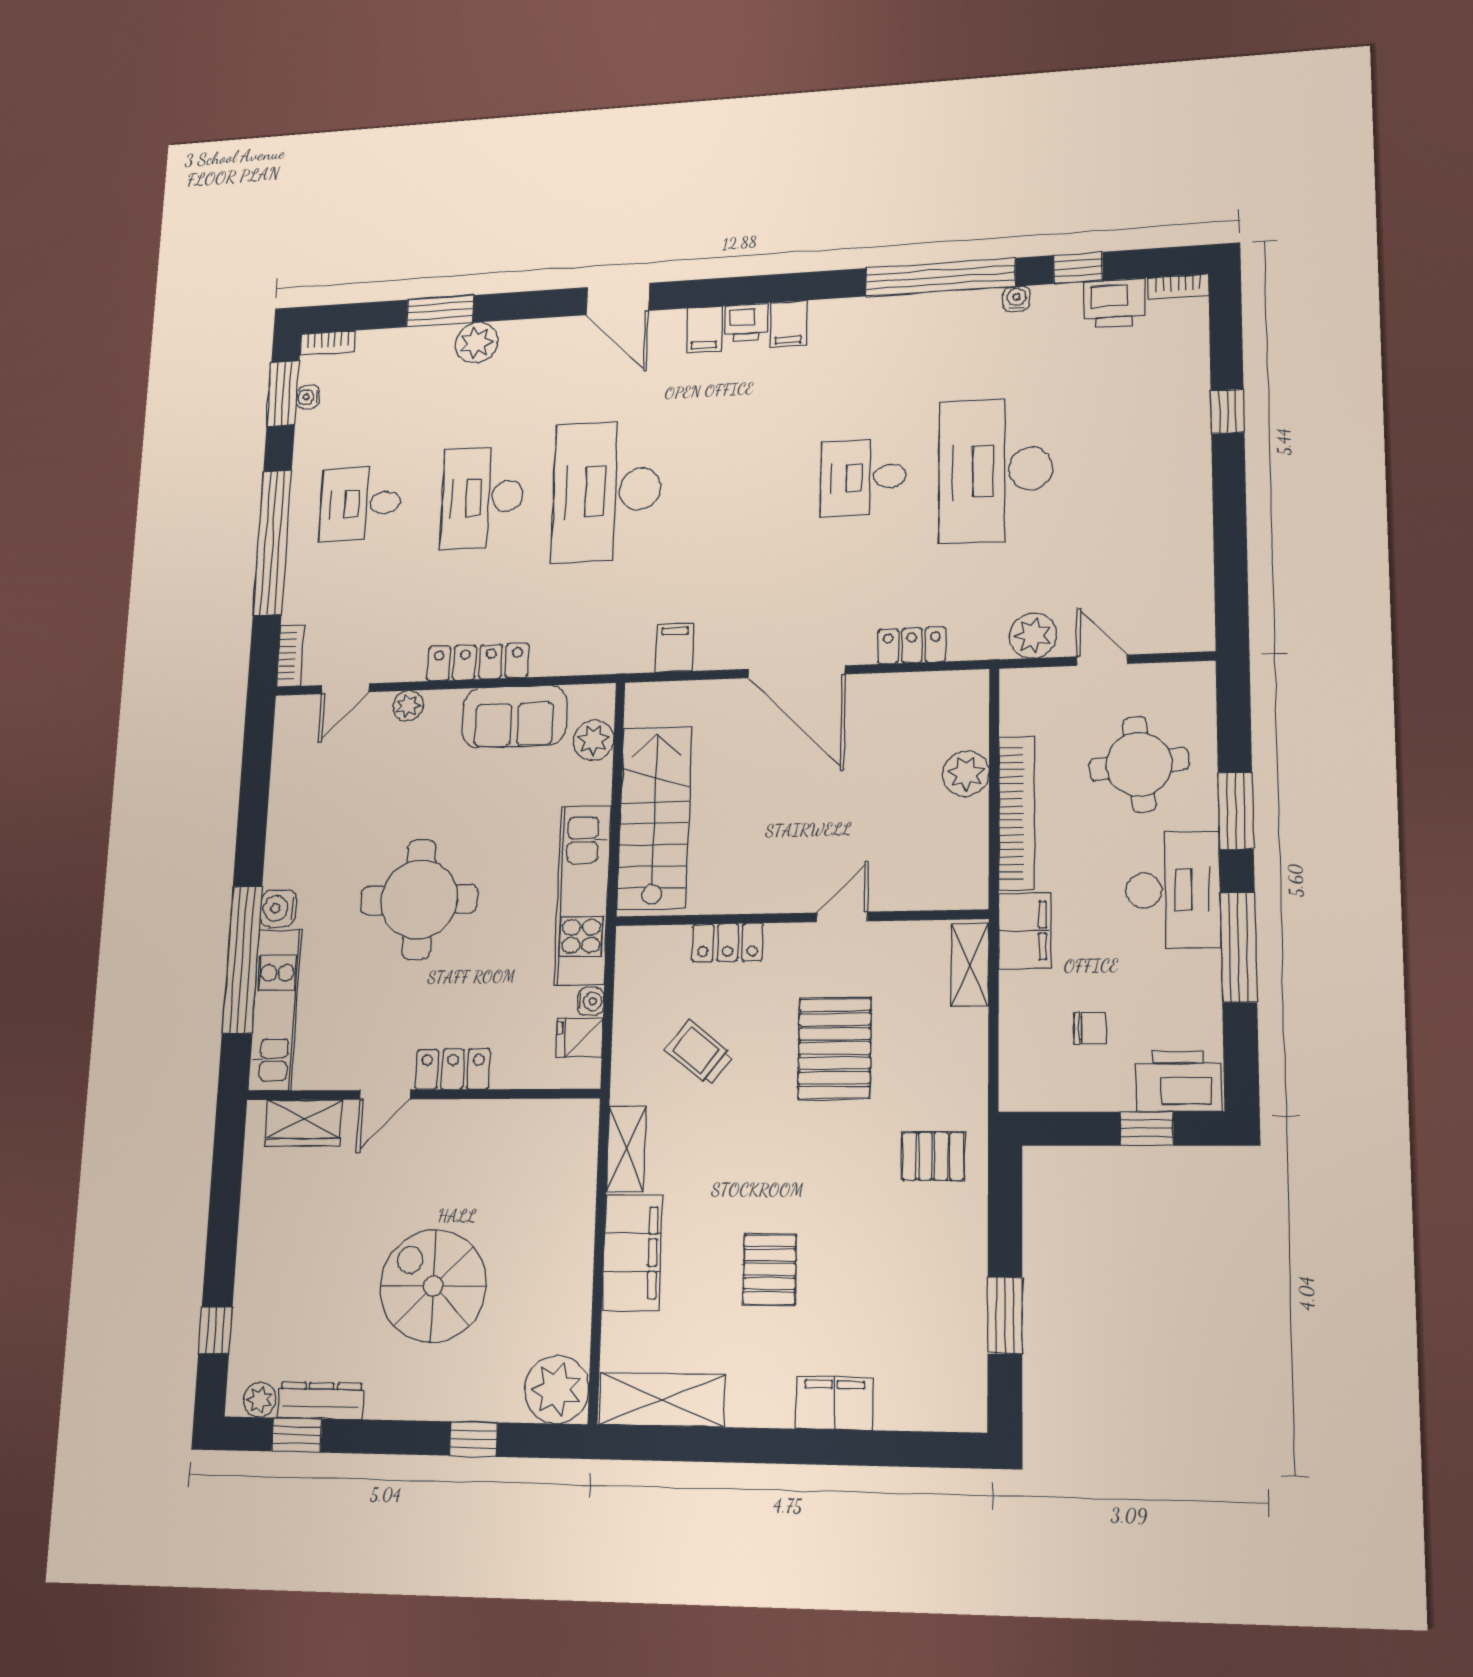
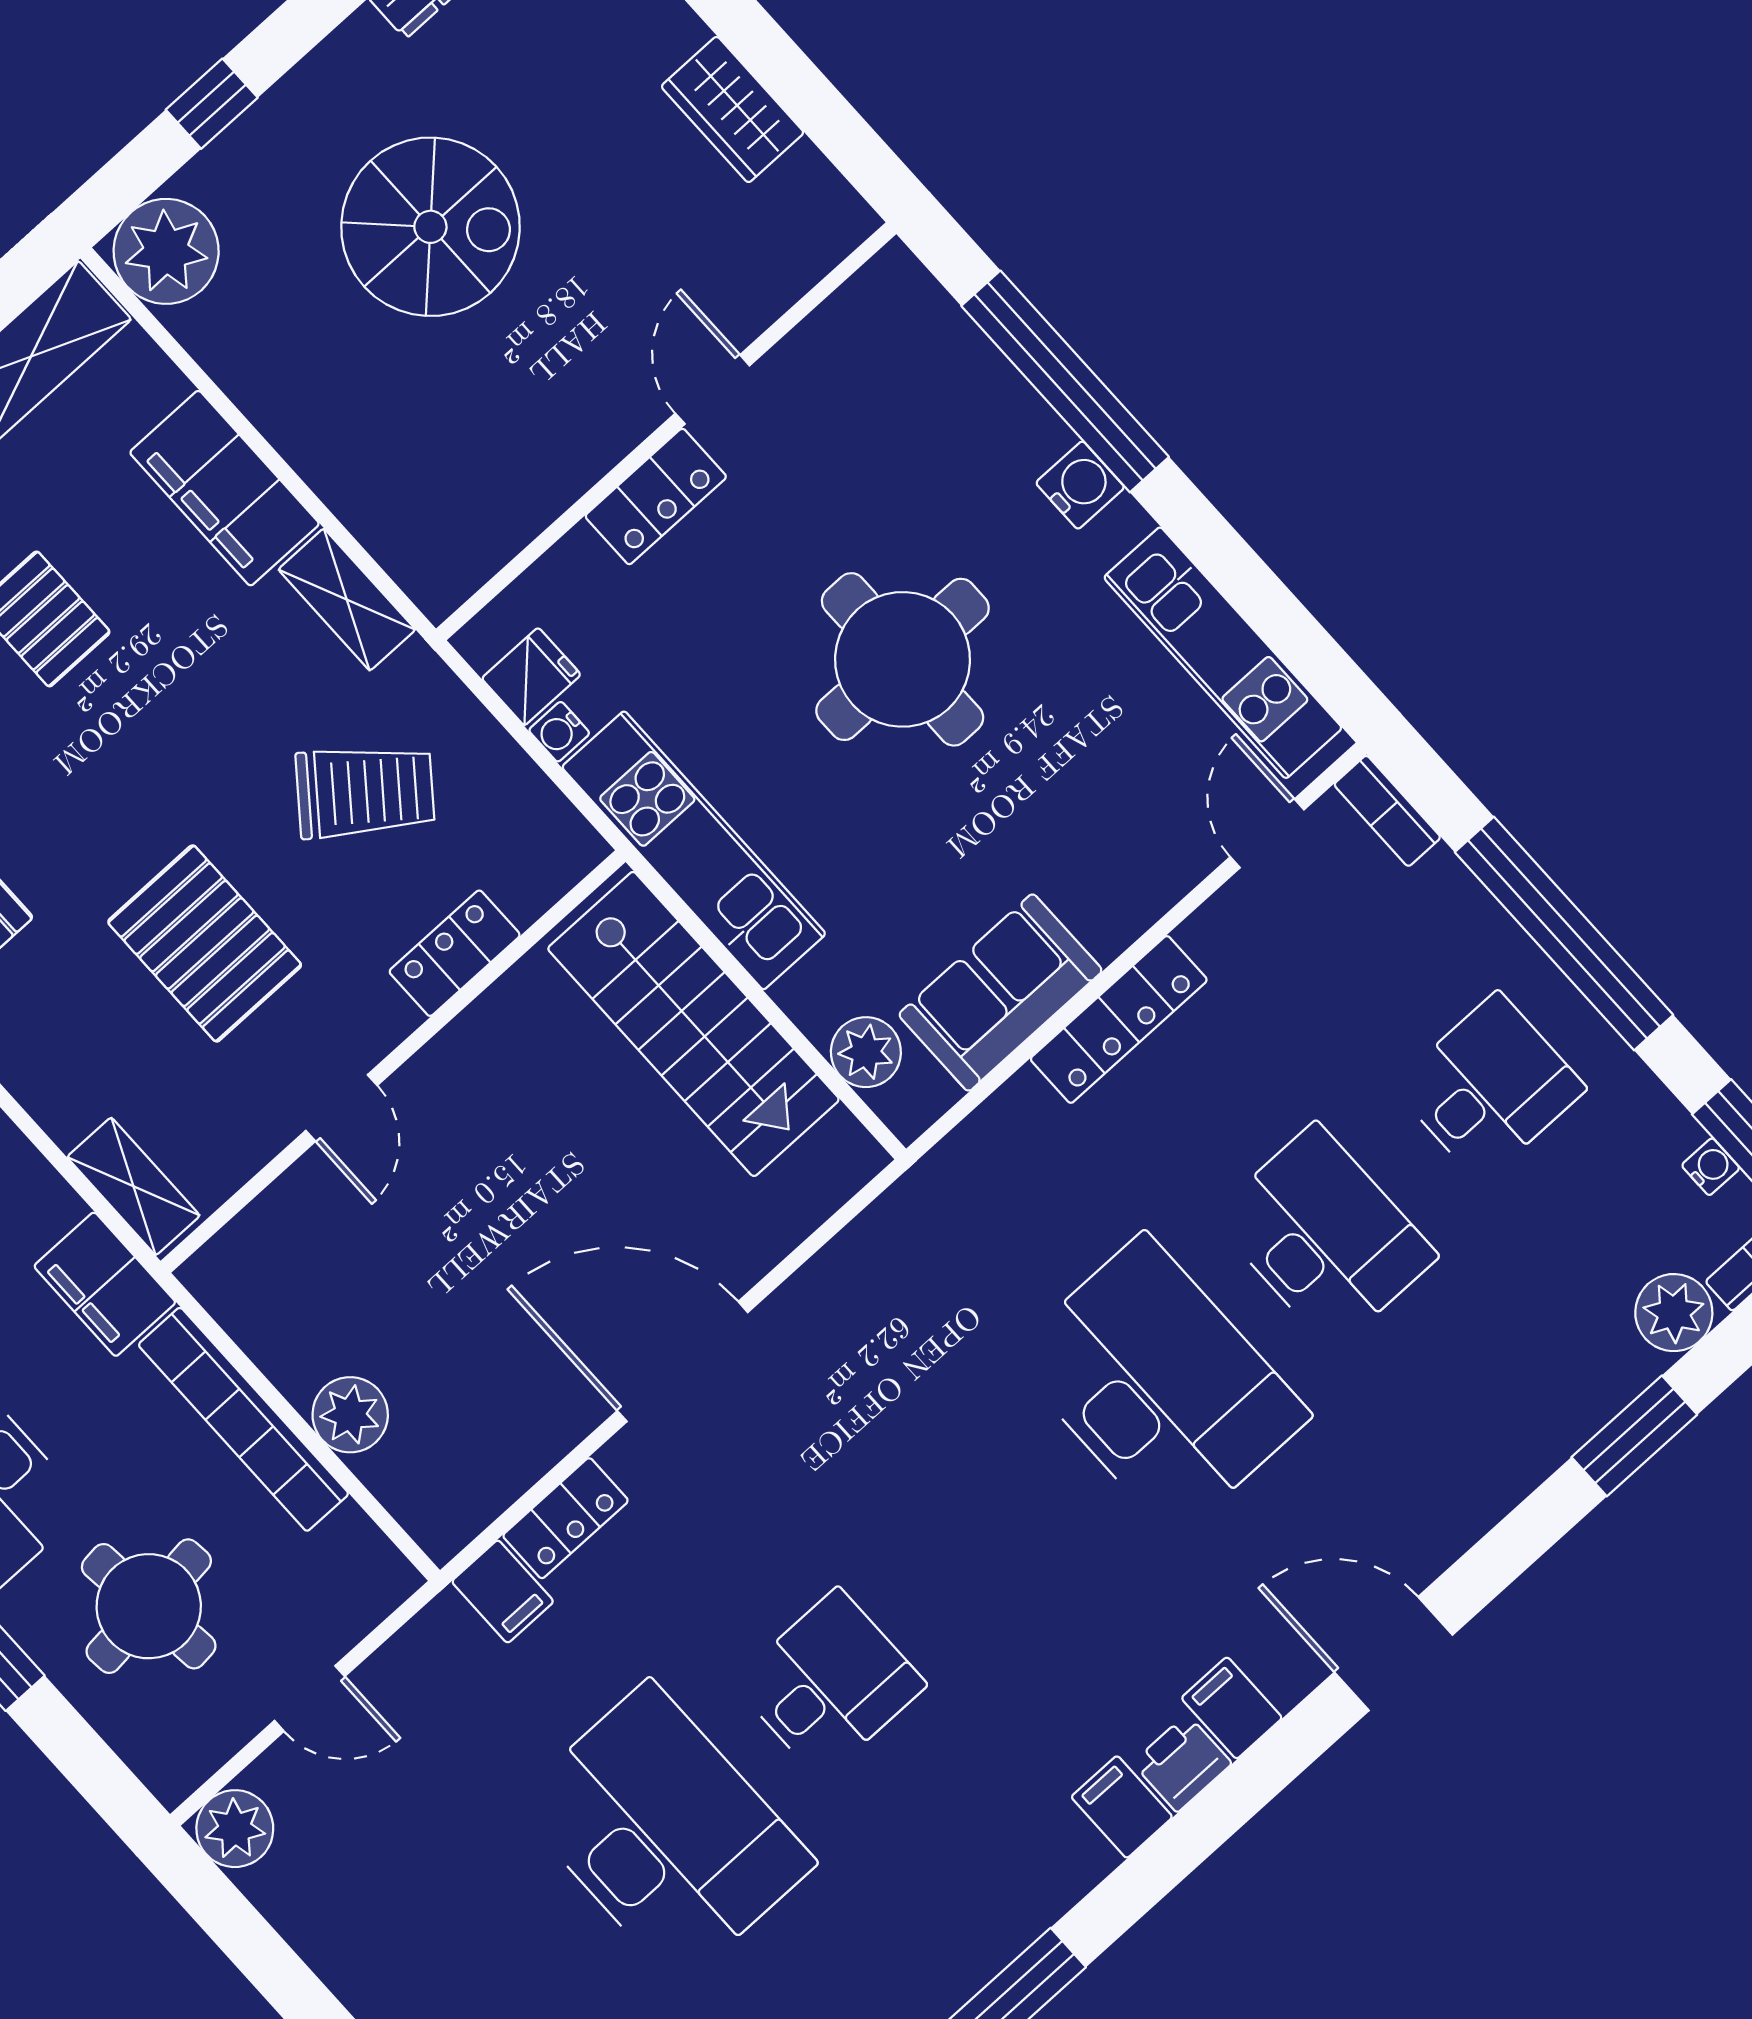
plant: (476, 343) -> (1674, 1313), moved
plant: (1033, 636) -> (235, 1829), moved
filing cabinet: (675, 648) -> (503, 1592), moved
plant: (408, 706) -> (1159, 884), removed
kitchen unit: (275, 1010) -> (1223, 653), moved
trolley: (699, 1053) -> (365, 792), width x1.36, depth x1.39
wardrobe: (303, 1123) -> (733, 110), moved, turned -90

